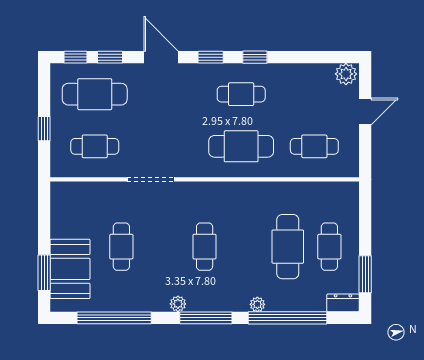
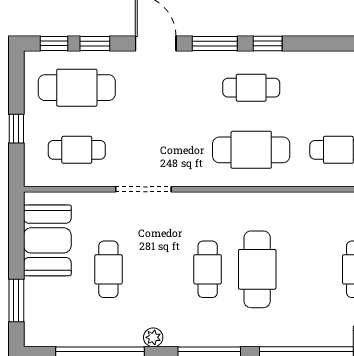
window: (211, 57) -> (215, 43), width x1.50
cafe table: (288, 247) -> (257, 269), moved
booth: (70, 269) -> (47, 240), moved
plant: (178, 304) -> (153, 337), moved
plant: (257, 304) -> (271, 338), removed

